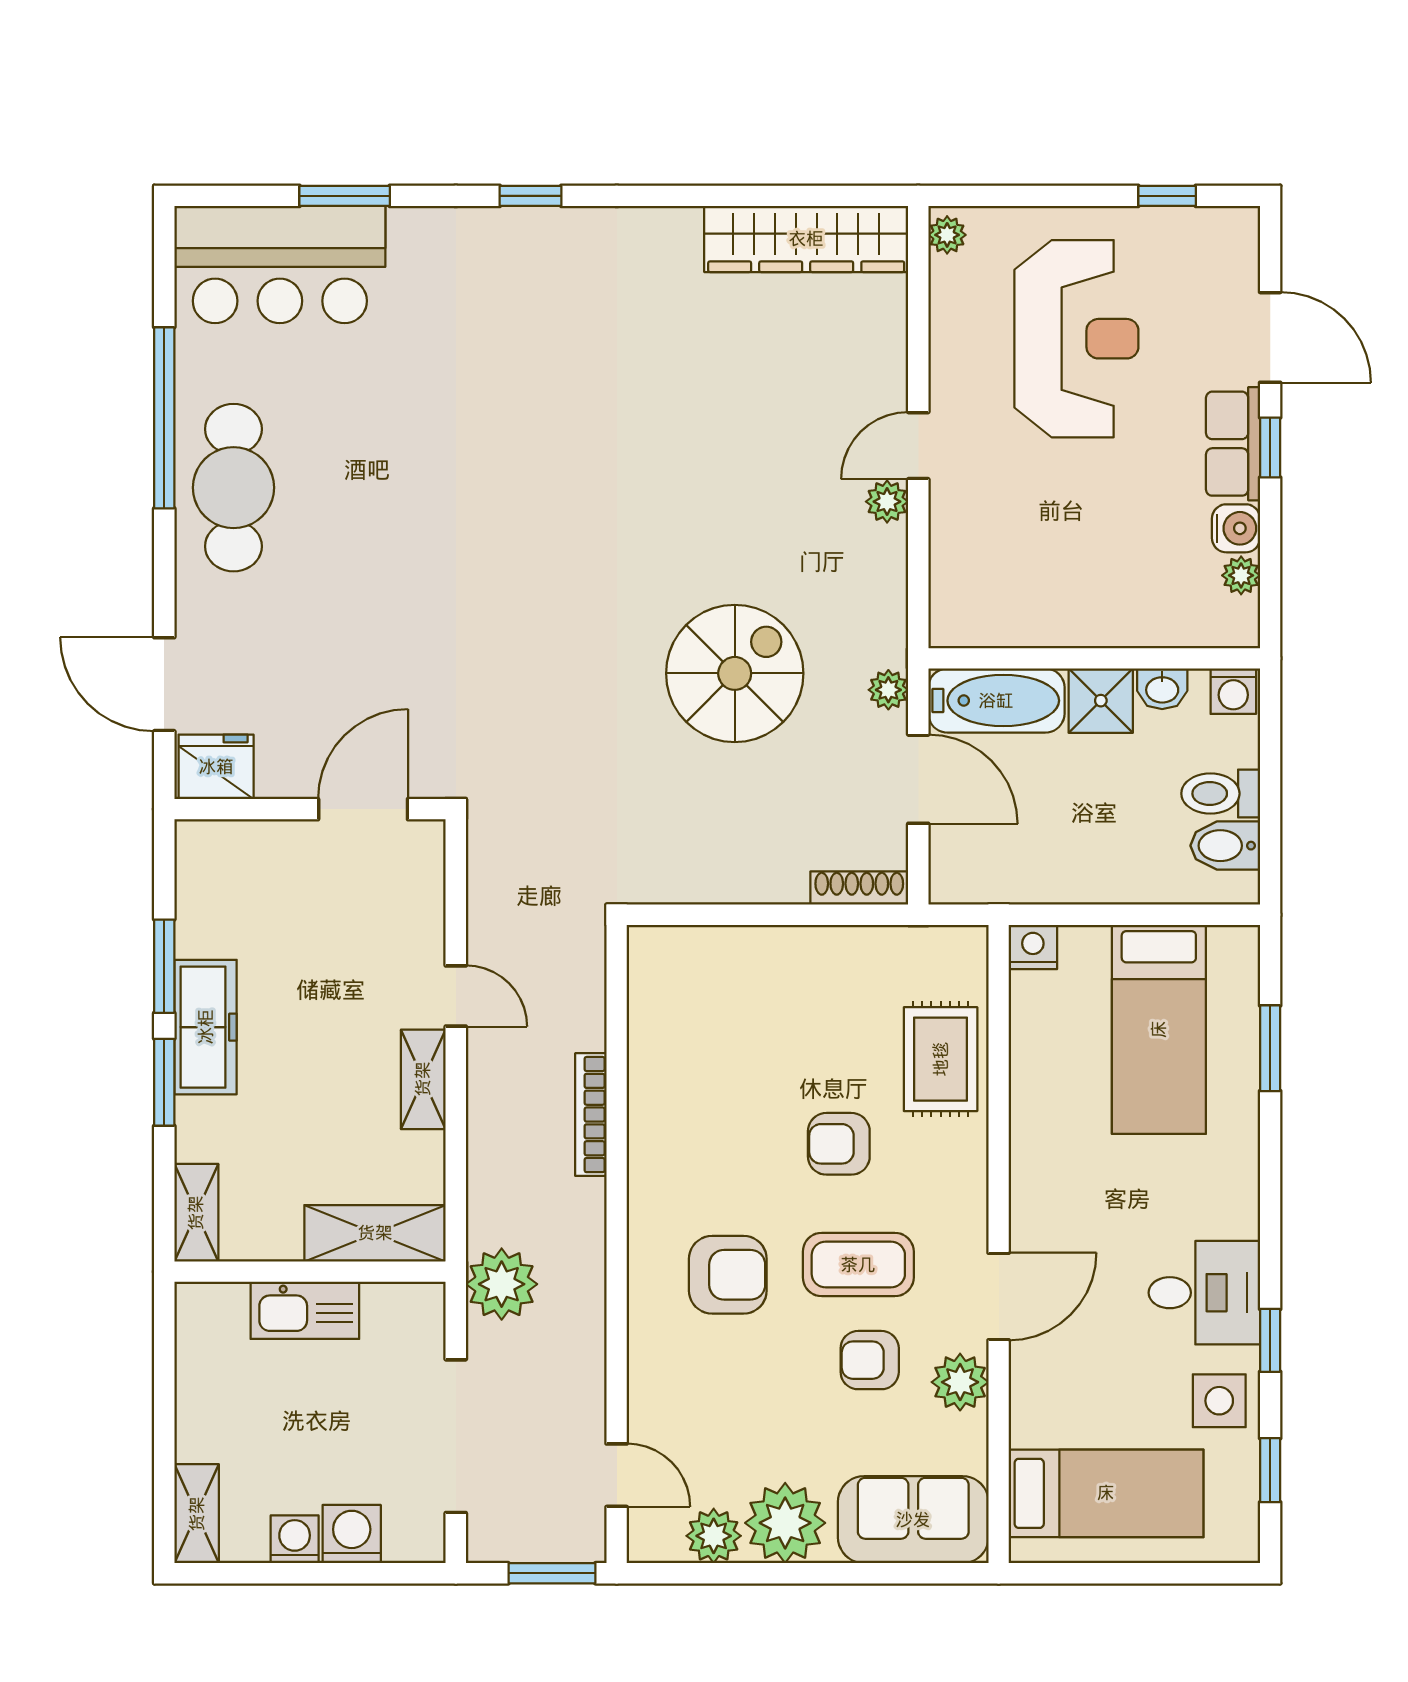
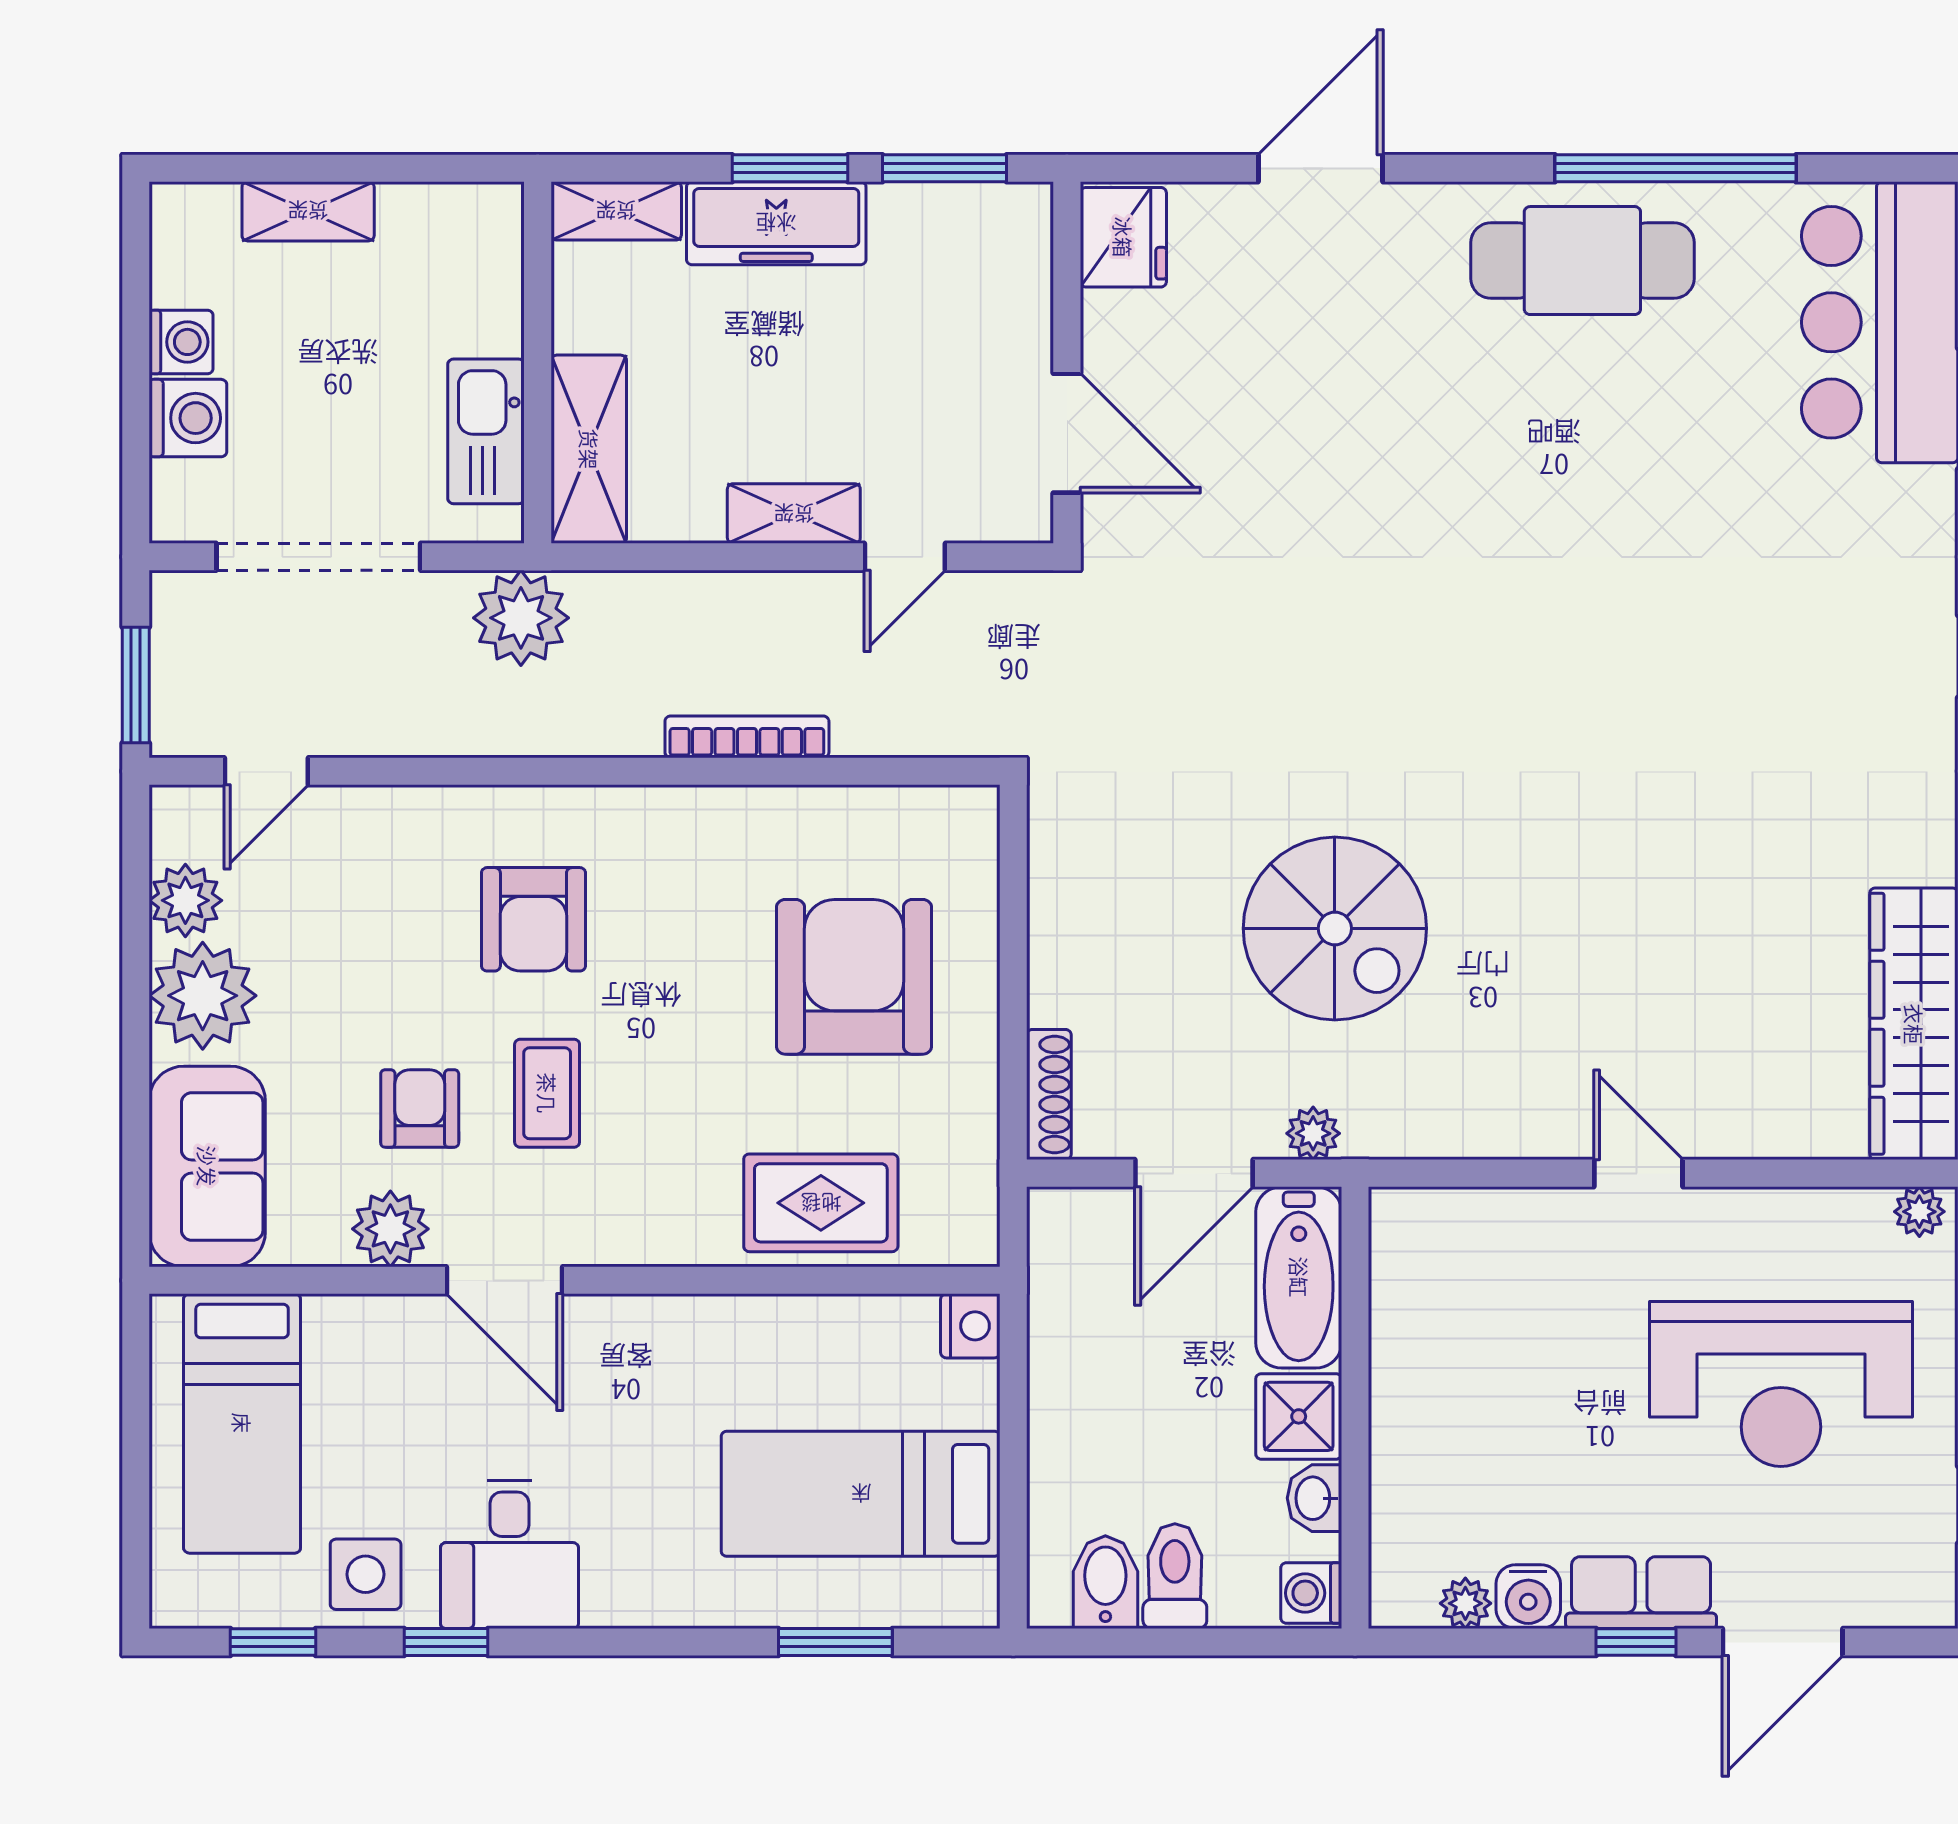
plant: (887, 502) -> (1564, 1132), removed
fridge: (216, 767) -> (1123, 237), moved
wall: (310, 809) -> (1067, 362), moved
door: (363, 809) -> (1067, 433), moved
freezer: (206, 1027) -> (776, 223), moved
armchair: (839, 1144) -> (854, 977), moved, width x1.88, depth x1.88
coffee table: (858, 1265) -> (547, 1093), width x0.73, depth x0.77
kitchen sink: (305, 1310) -> (486, 431), moved
shelving: (197, 1514) -> (308, 211), moved

